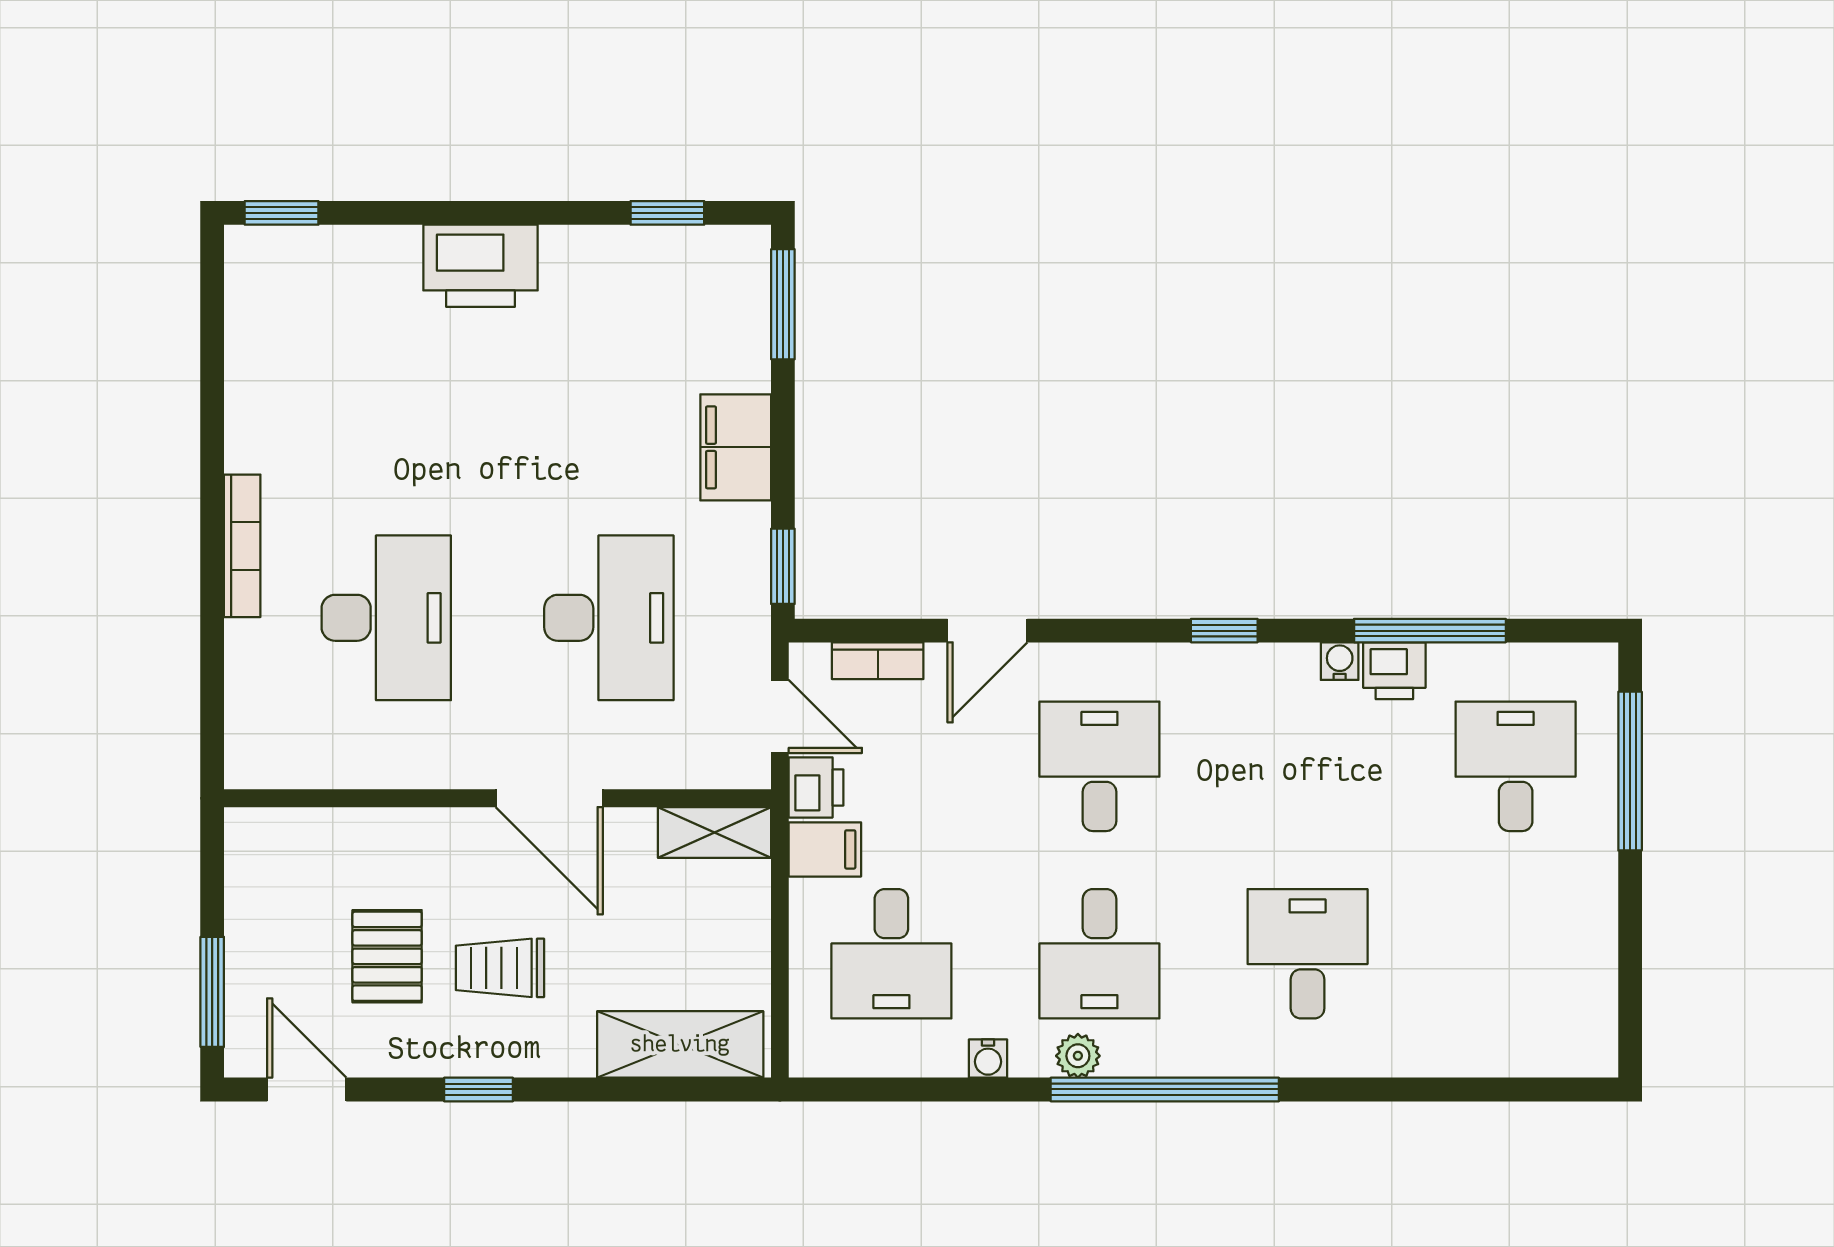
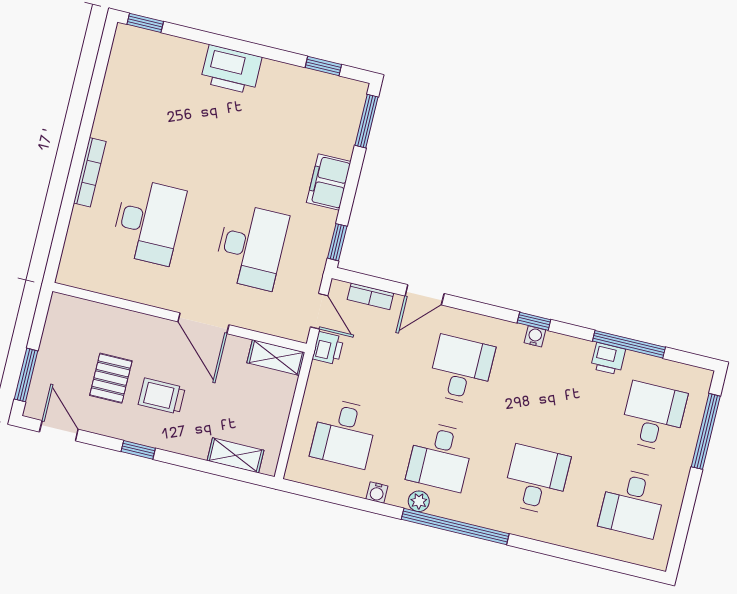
water cooler: (1340, 661) -> (535, 336), moved
filing cabinet: (825, 849) -> (325, 378), removed
desk: (1516, 954) -> (632, 503), added
shelving: (680, 1044) -> (235, 455), width x0.67, depth x0.75

